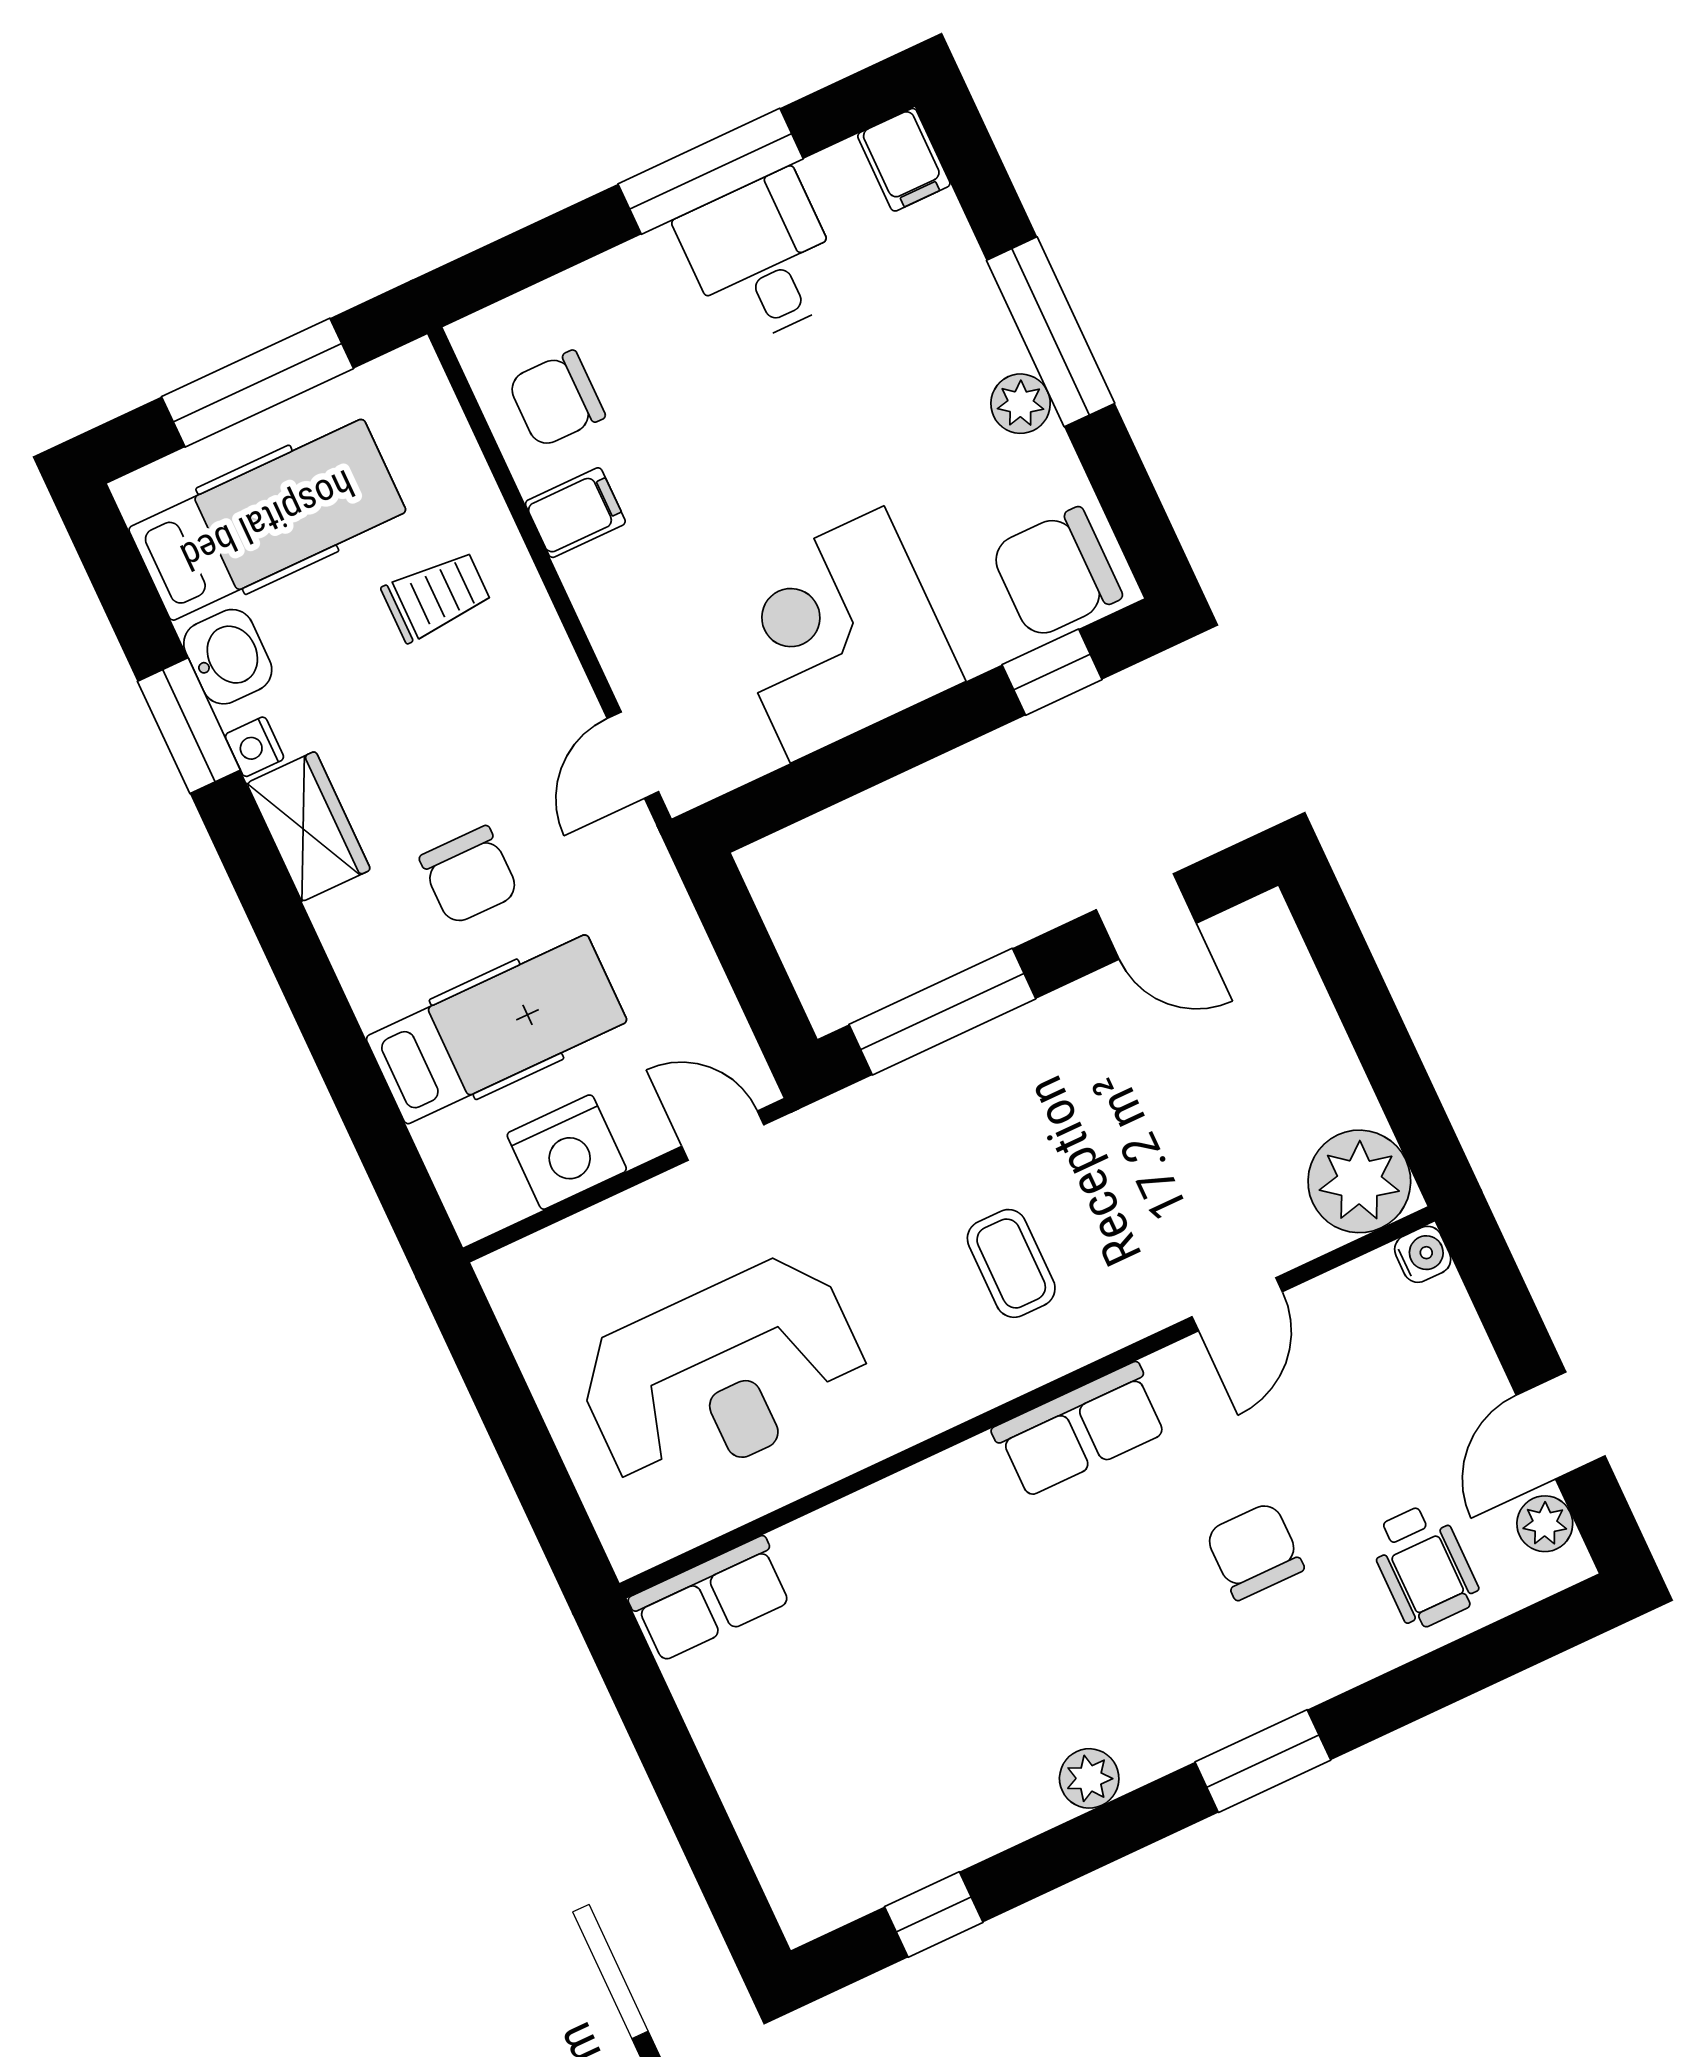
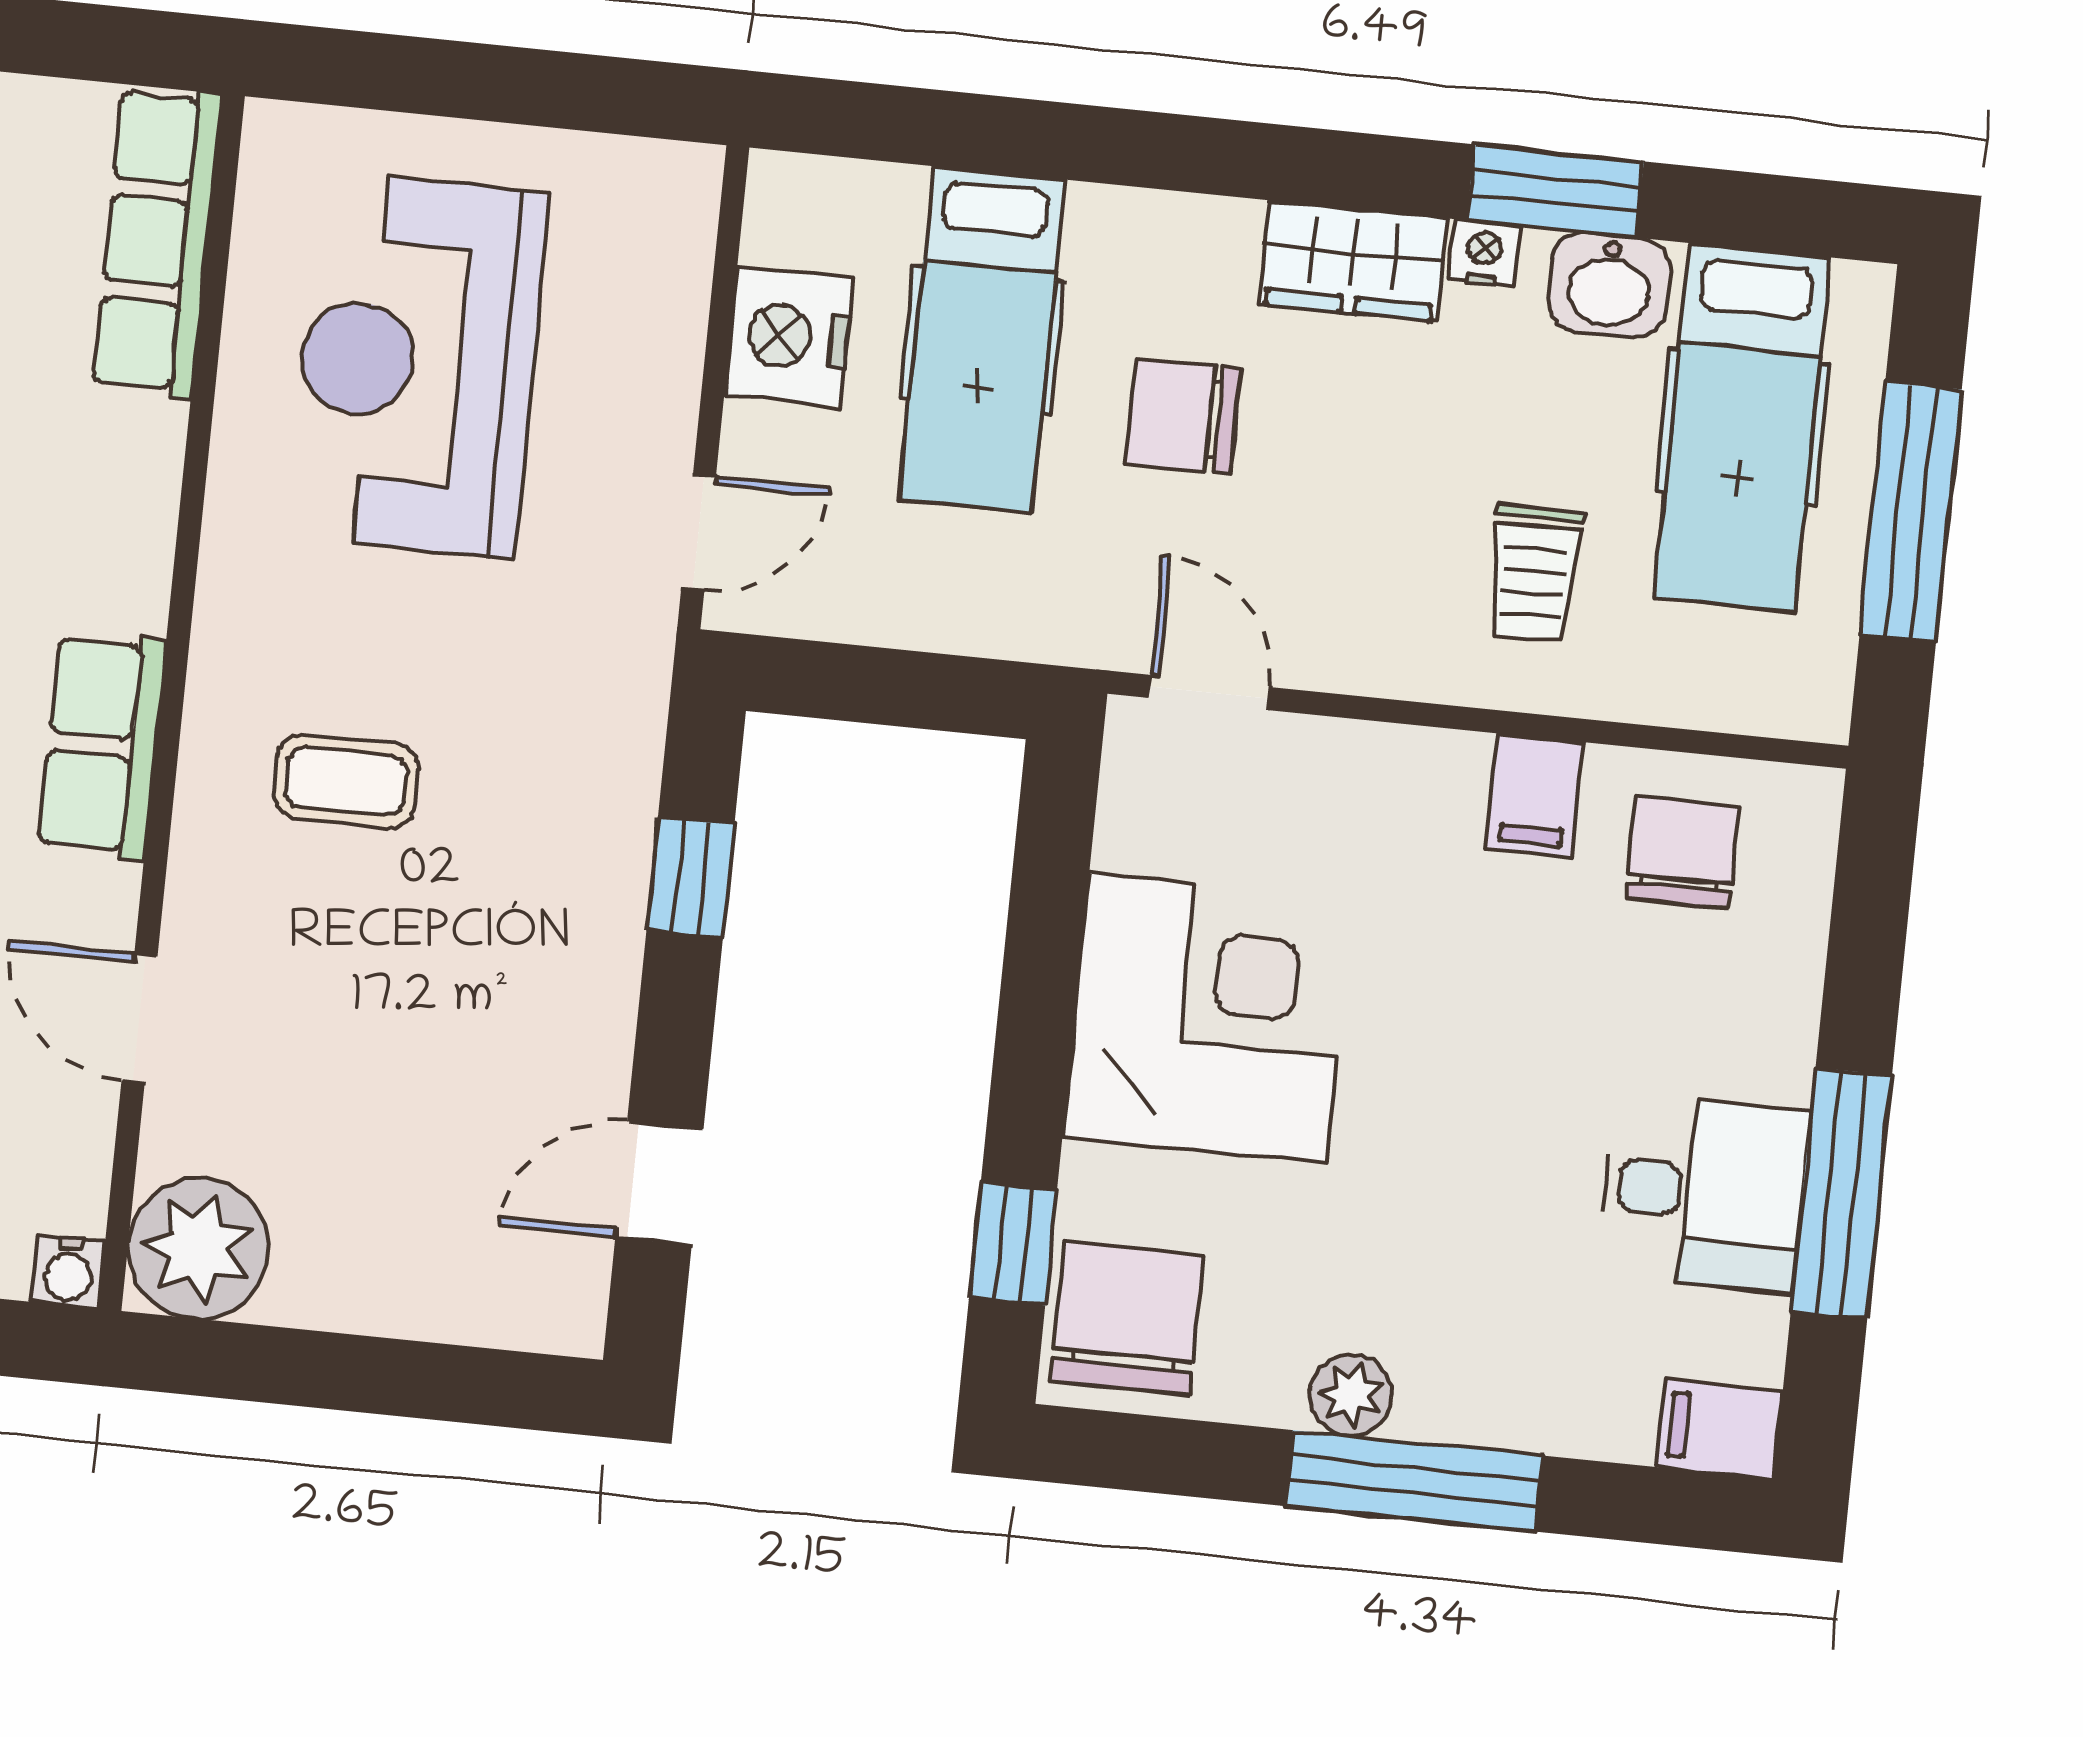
window: (942, 1012) -> (691, 877), width x0.46
row of seats: (711, 1599) -> (157, 242), width x1.48

